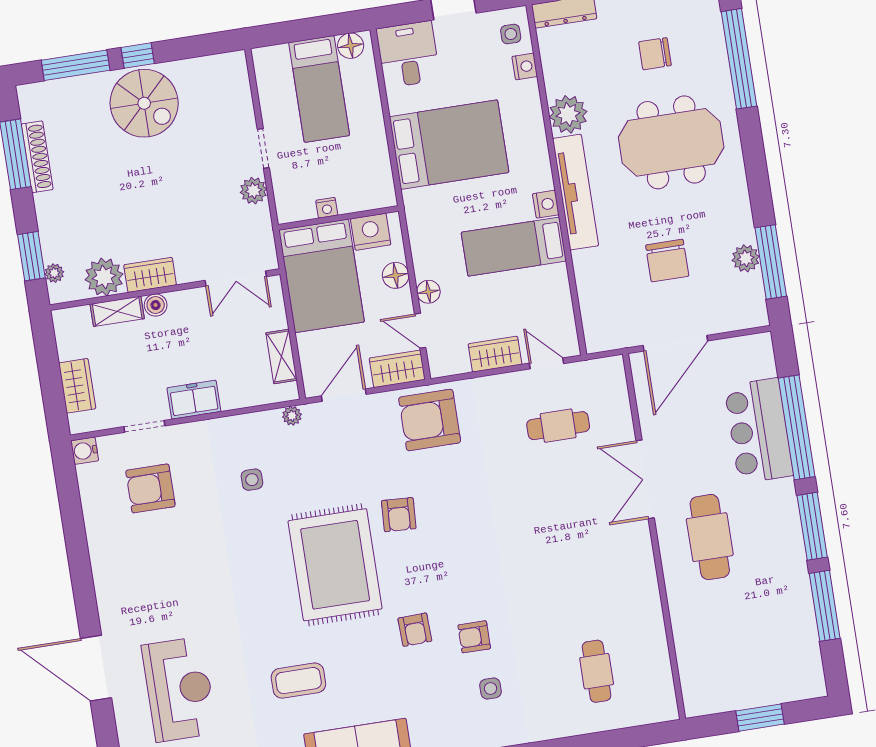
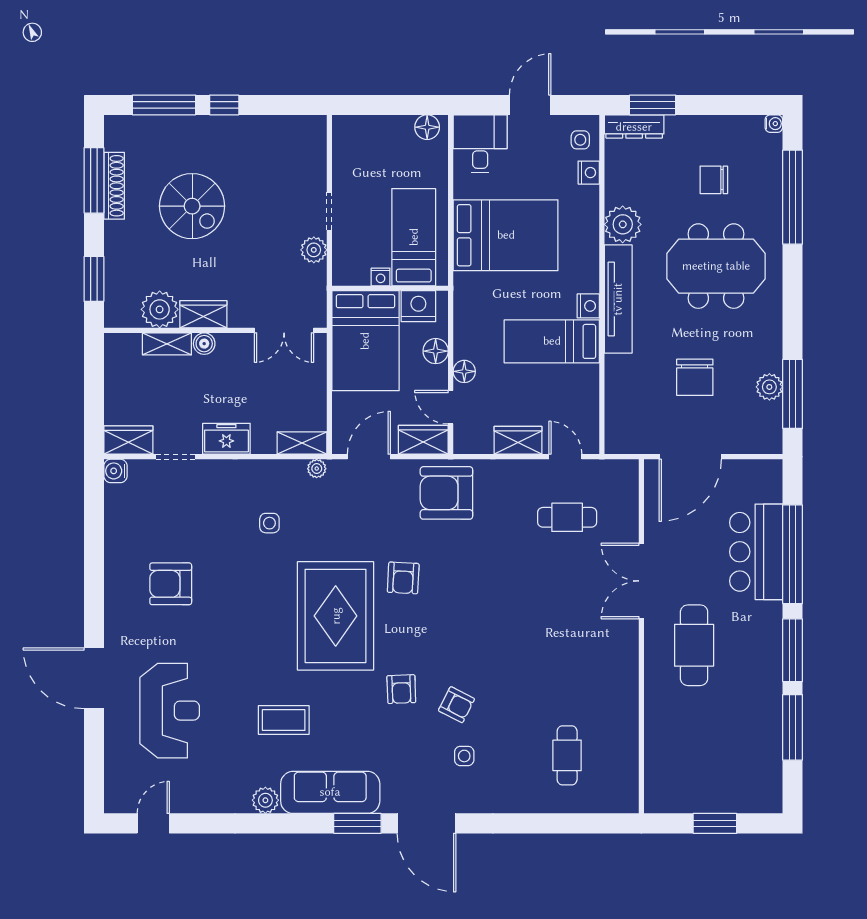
bed: (319, 89) -> (414, 237), moved, turned 180
spiral stairs: (144, 103) -> (192, 206), moved
plant: (54, 273) -> (113, 298), removed
shelving: (281, 356) -> (302, 443), moved, turned 90
wardrobe: (77, 386) -> (128, 440), moved, turned -90
armchair: (150, 488) -> (171, 584), moved
armchair: (474, 637) -> (456, 705), turned -153

